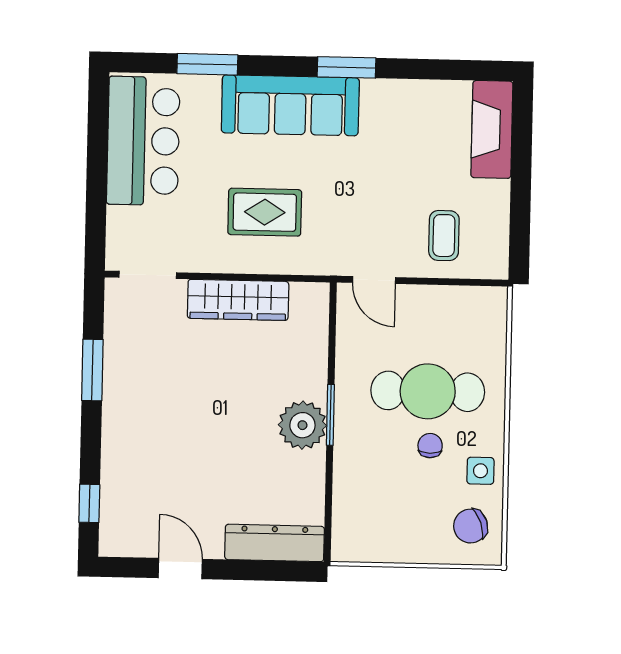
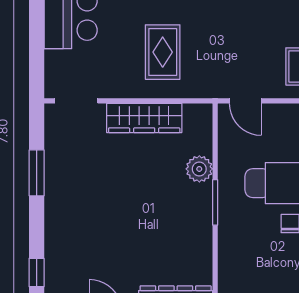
rug: (265, 212) -> (163, 52), turned 90
plant: (302, 425) -> (199, 169), moved, width x0.73, depth x0.73

